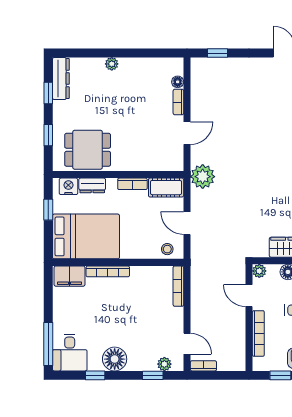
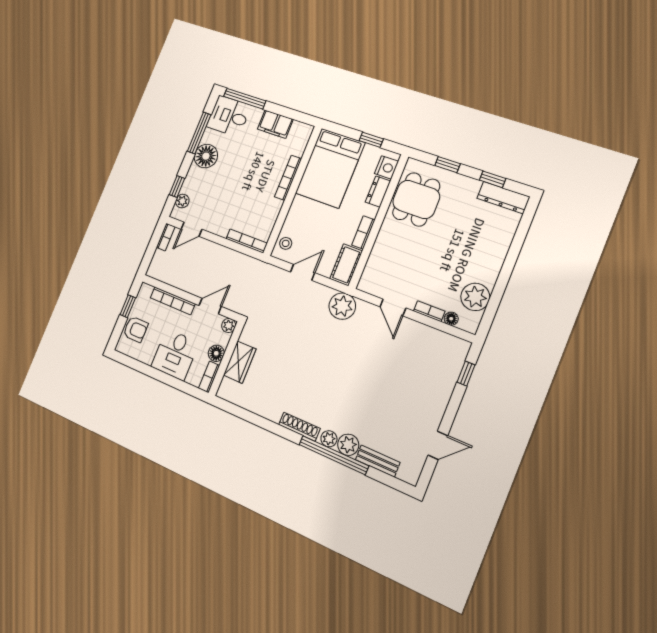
plant: (112, 64) -> (475, 297), moved, width x1.88, depth x1.88
filing cabinet: (70, 276) -> (275, 124), moved, turned -90
window: (95, 375) -> (199, 133), width x2.17

